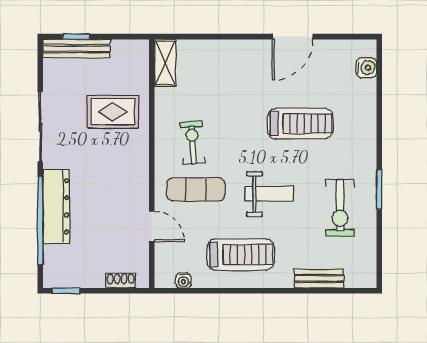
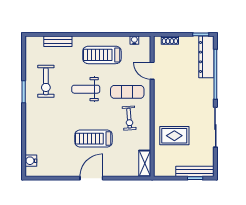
door: (293, 37) -> (91, 178), moved
treadmill: (300, 124) -> (93, 139), moved
dresser: (56, 206) -> (206, 57), moved
exercise bike: (340, 208) -> (46, 81), turned 180

